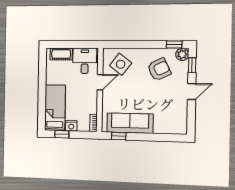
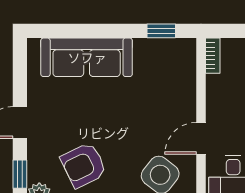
sofa: (130, 123) -> (87, 57), moved

